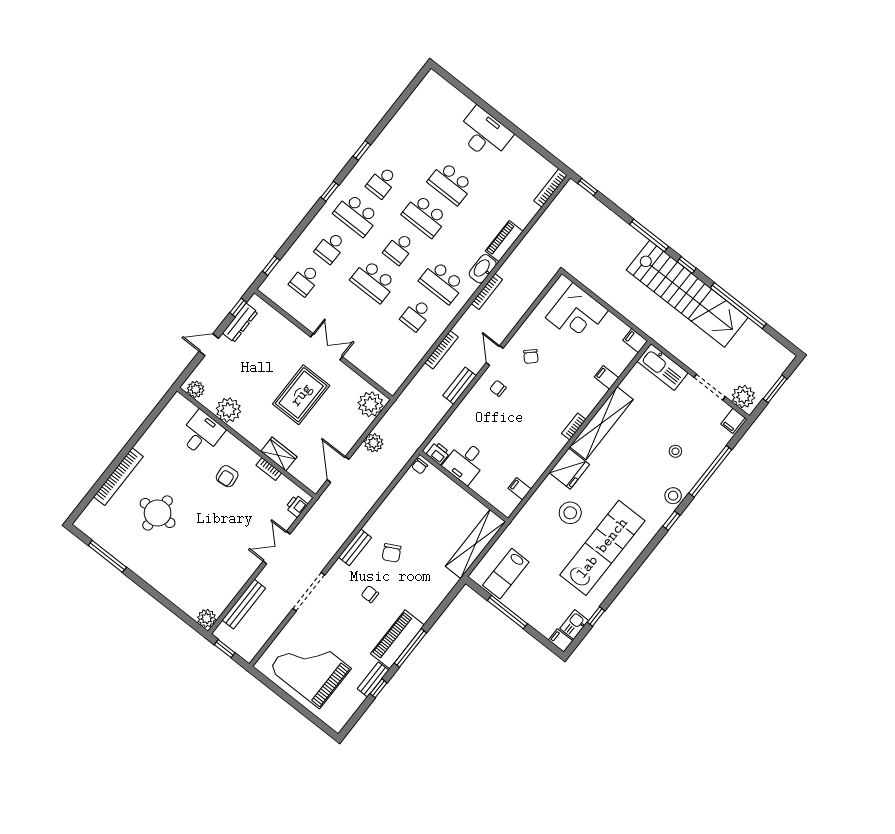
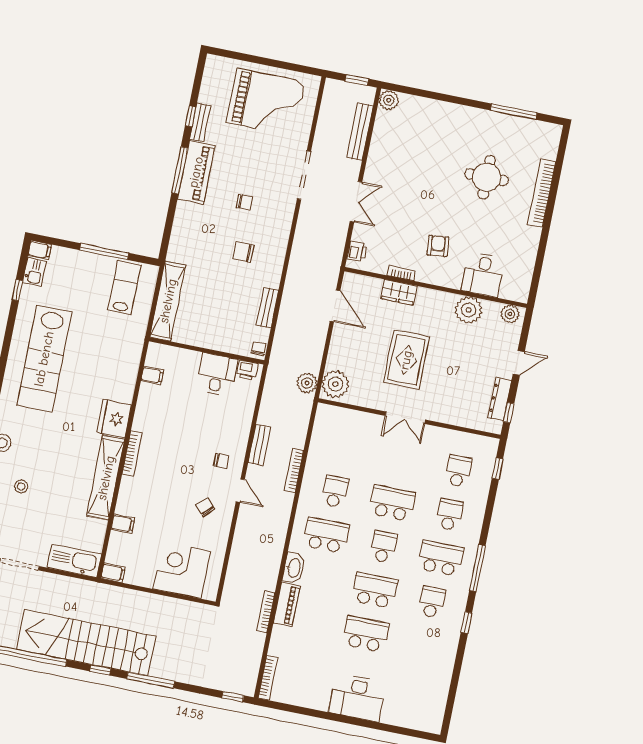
window: (330, 191) -> (477, 568), width x2.17
bookcase: (487, 292) -> (266, 612), moved
bookcase: (574, 426) -> (132, 453), width x1.56
plant: (374, 443) -> (307, 383), moved
stool: (570, 513) -> (92, 377), removed
bench: (355, 547) -> (268, 308), moved
chair: (392, 553) -> (244, 252), turned -62

